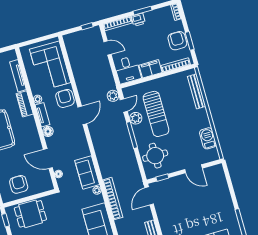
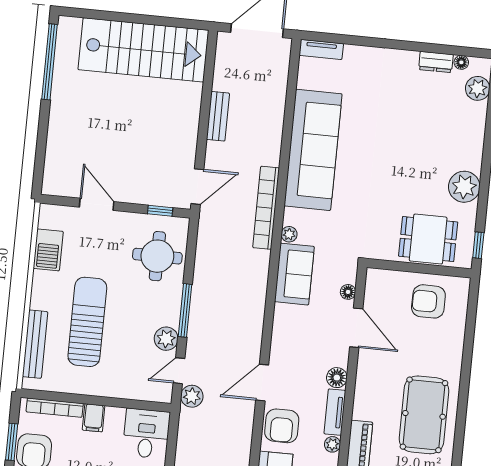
filing cabinet: (150, 69) -> (94, 418), width x0.50
sun lounger: (156, 114) -> (87, 322), moved
armchair: (19, 184) -> (428, 301), turned 90

